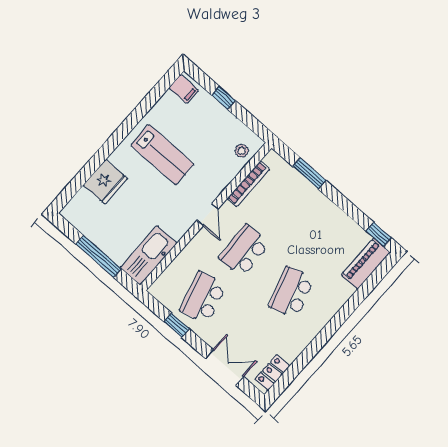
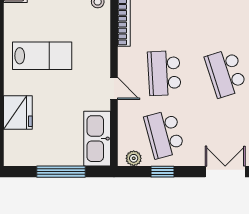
door: (207, 215) -> (114, 89), moved
plant: (163, 295) -> (134, 158), added

